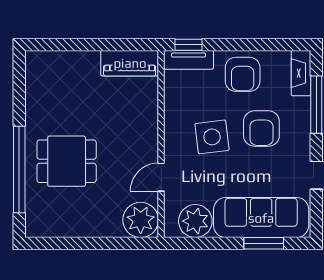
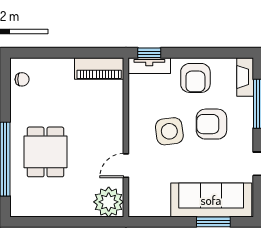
chair: (39, 76) -> (22, 79), added
armchair: (261, 128) -> (211, 124), turned 90
dining table: (67, 161) -> (45, 152), turned 90
plant: (195, 221) -> (155, 203), removed

